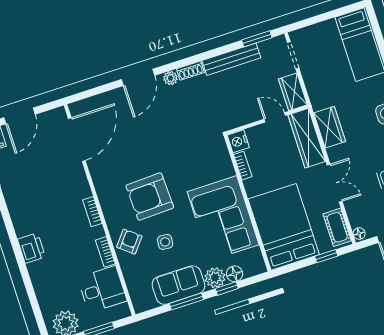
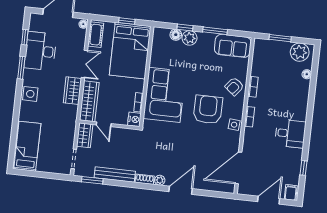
wardrobe: (330, 127) -> (72, 91), moved
double door: (335, 183) -> (84, 64), swing flipped
armchair: (150, 197) -> (208, 110), turned -88
corner sofa: (223, 218) -> (164, 95), moved
side table: (165, 242) -> (234, 125), moved
printer: (31, 248) -> (300, 111), removed
window: (326, 256) -> (127, 21), moved
sofa: (179, 285) -> (233, 46), moved
desk: (102, 289) -> (290, 134), moved, turned 180
floor lamp: (44, 299) -> (307, 74), added

